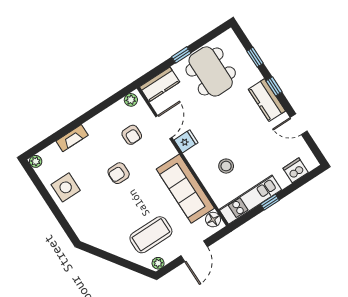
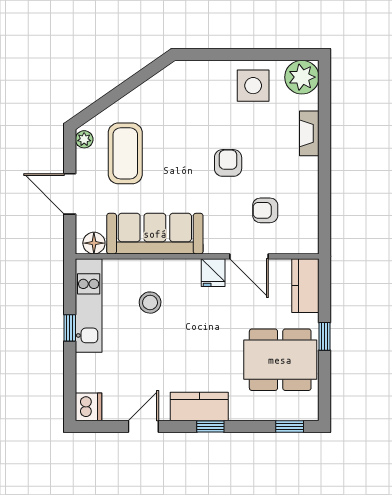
window: (255, 57) -> (290, 427), moved
plant: (131, 100) -> (309, 237), removed
plant: (36, 161) -> (302, 77), width x1.88, depth x1.88
dishwasher: (296, 170) -> (89, 407), moved

